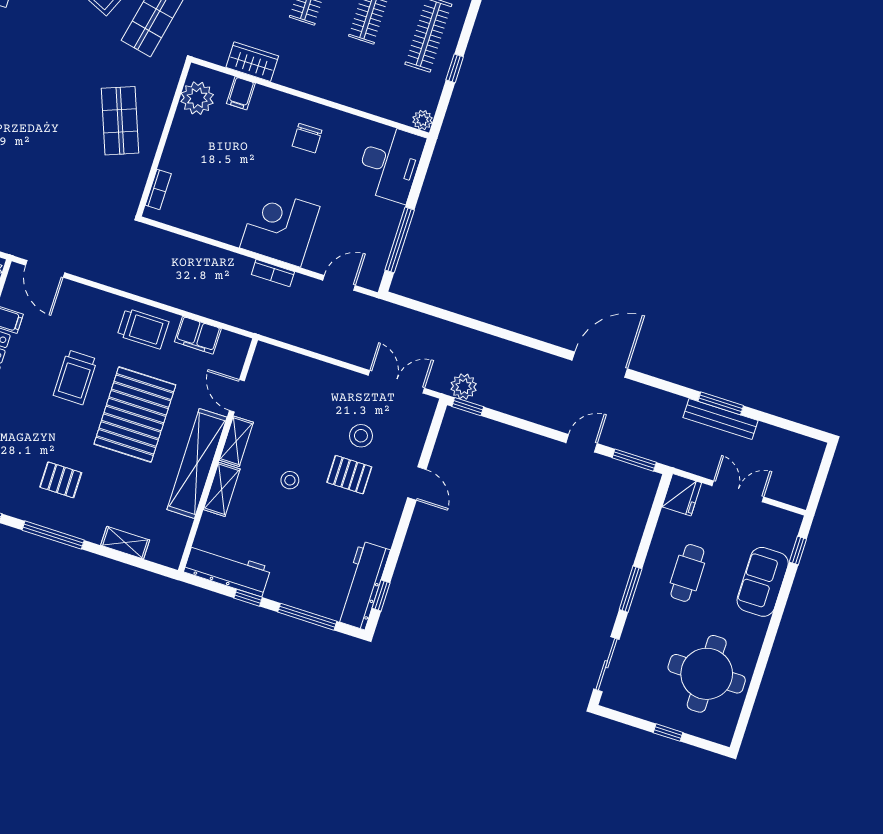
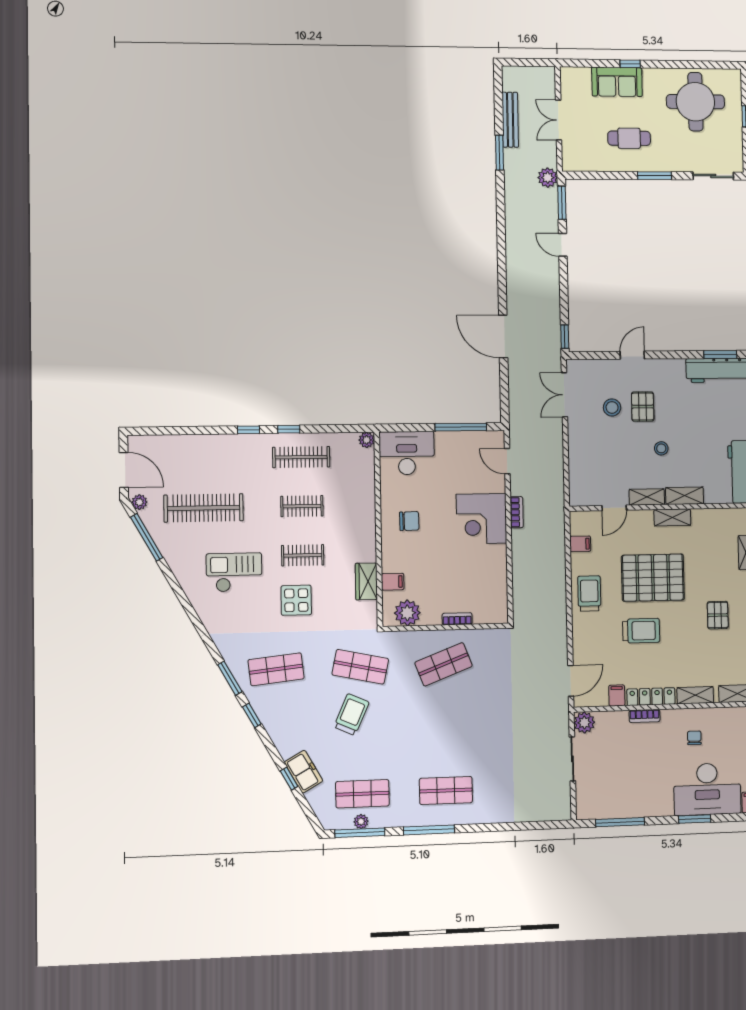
window: (455, 68) -> (289, 429), moved
bookcase: (158, 189) -> (457, 619), moved
filing cabinet: (198, 335) -> (580, 544), width x0.50
door: (600, 365) -> (503, 336), moved
plant: (464, 386) -> (548, 178), moved
bench: (720, 419) -> (510, 120), moved
shelving: (197, 463) -> (672, 517), width x0.45, depth x0.75
fridge: (682, 495) -> (575, 160), removed
window: (798, 550) -> (630, 64), moved
window: (381, 596) -> (720, 355), width x1.50

